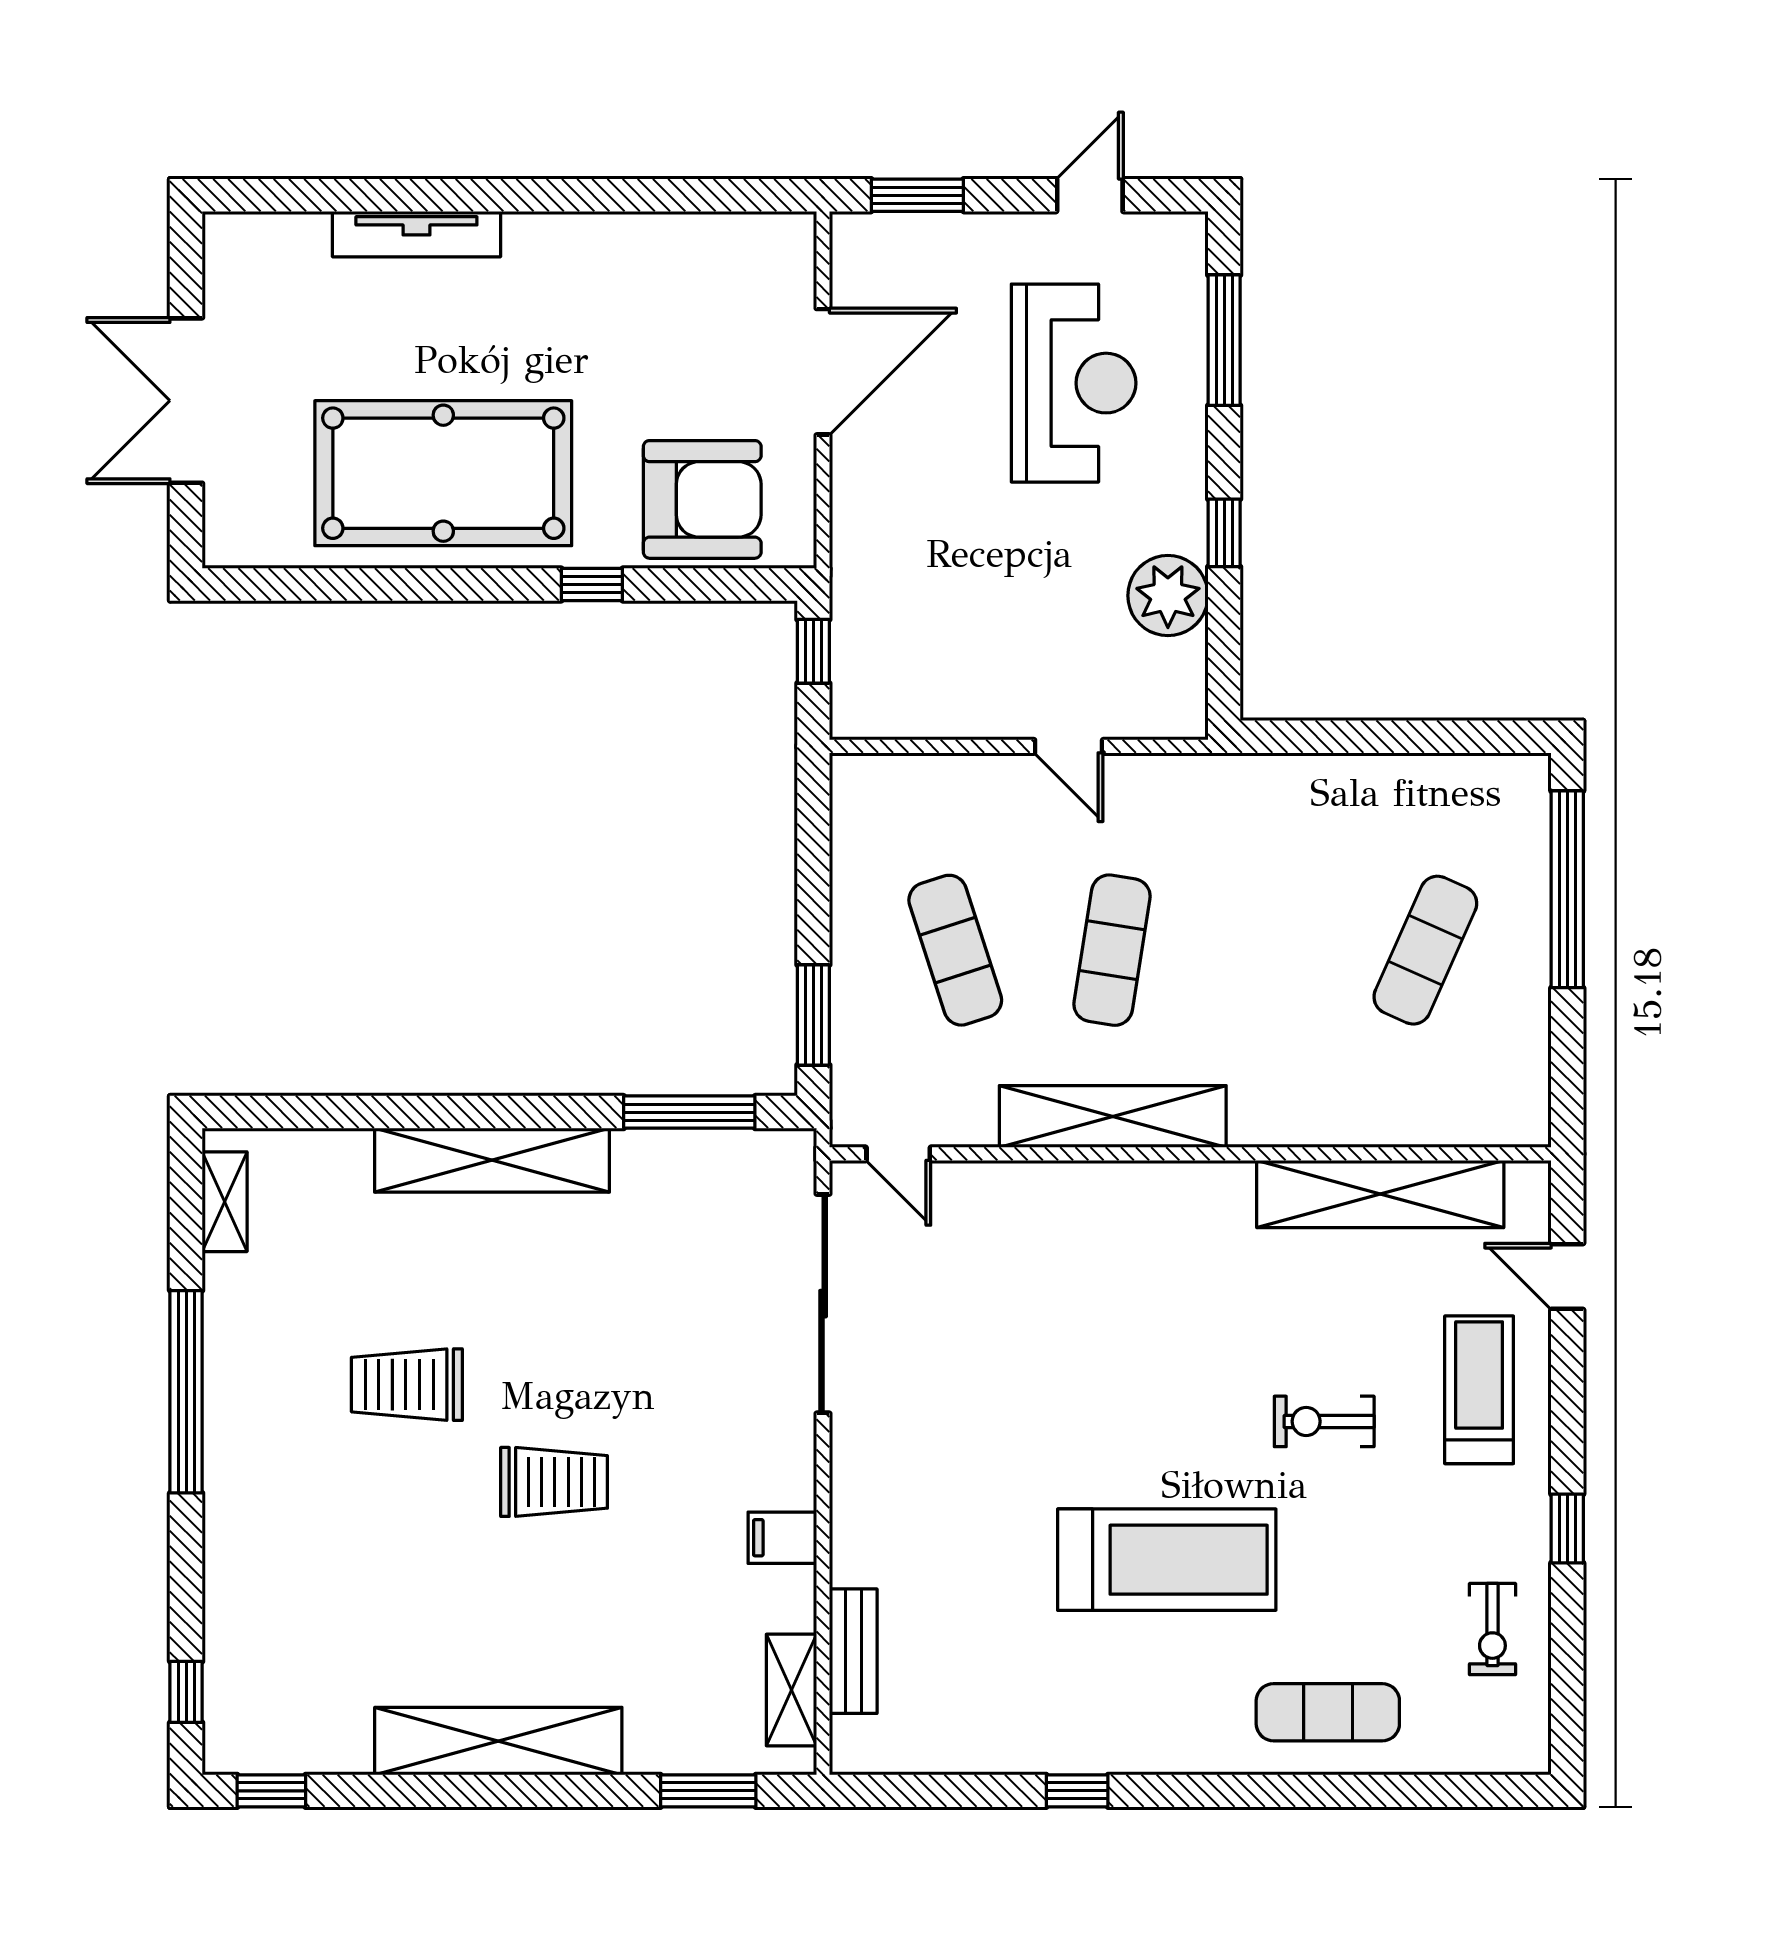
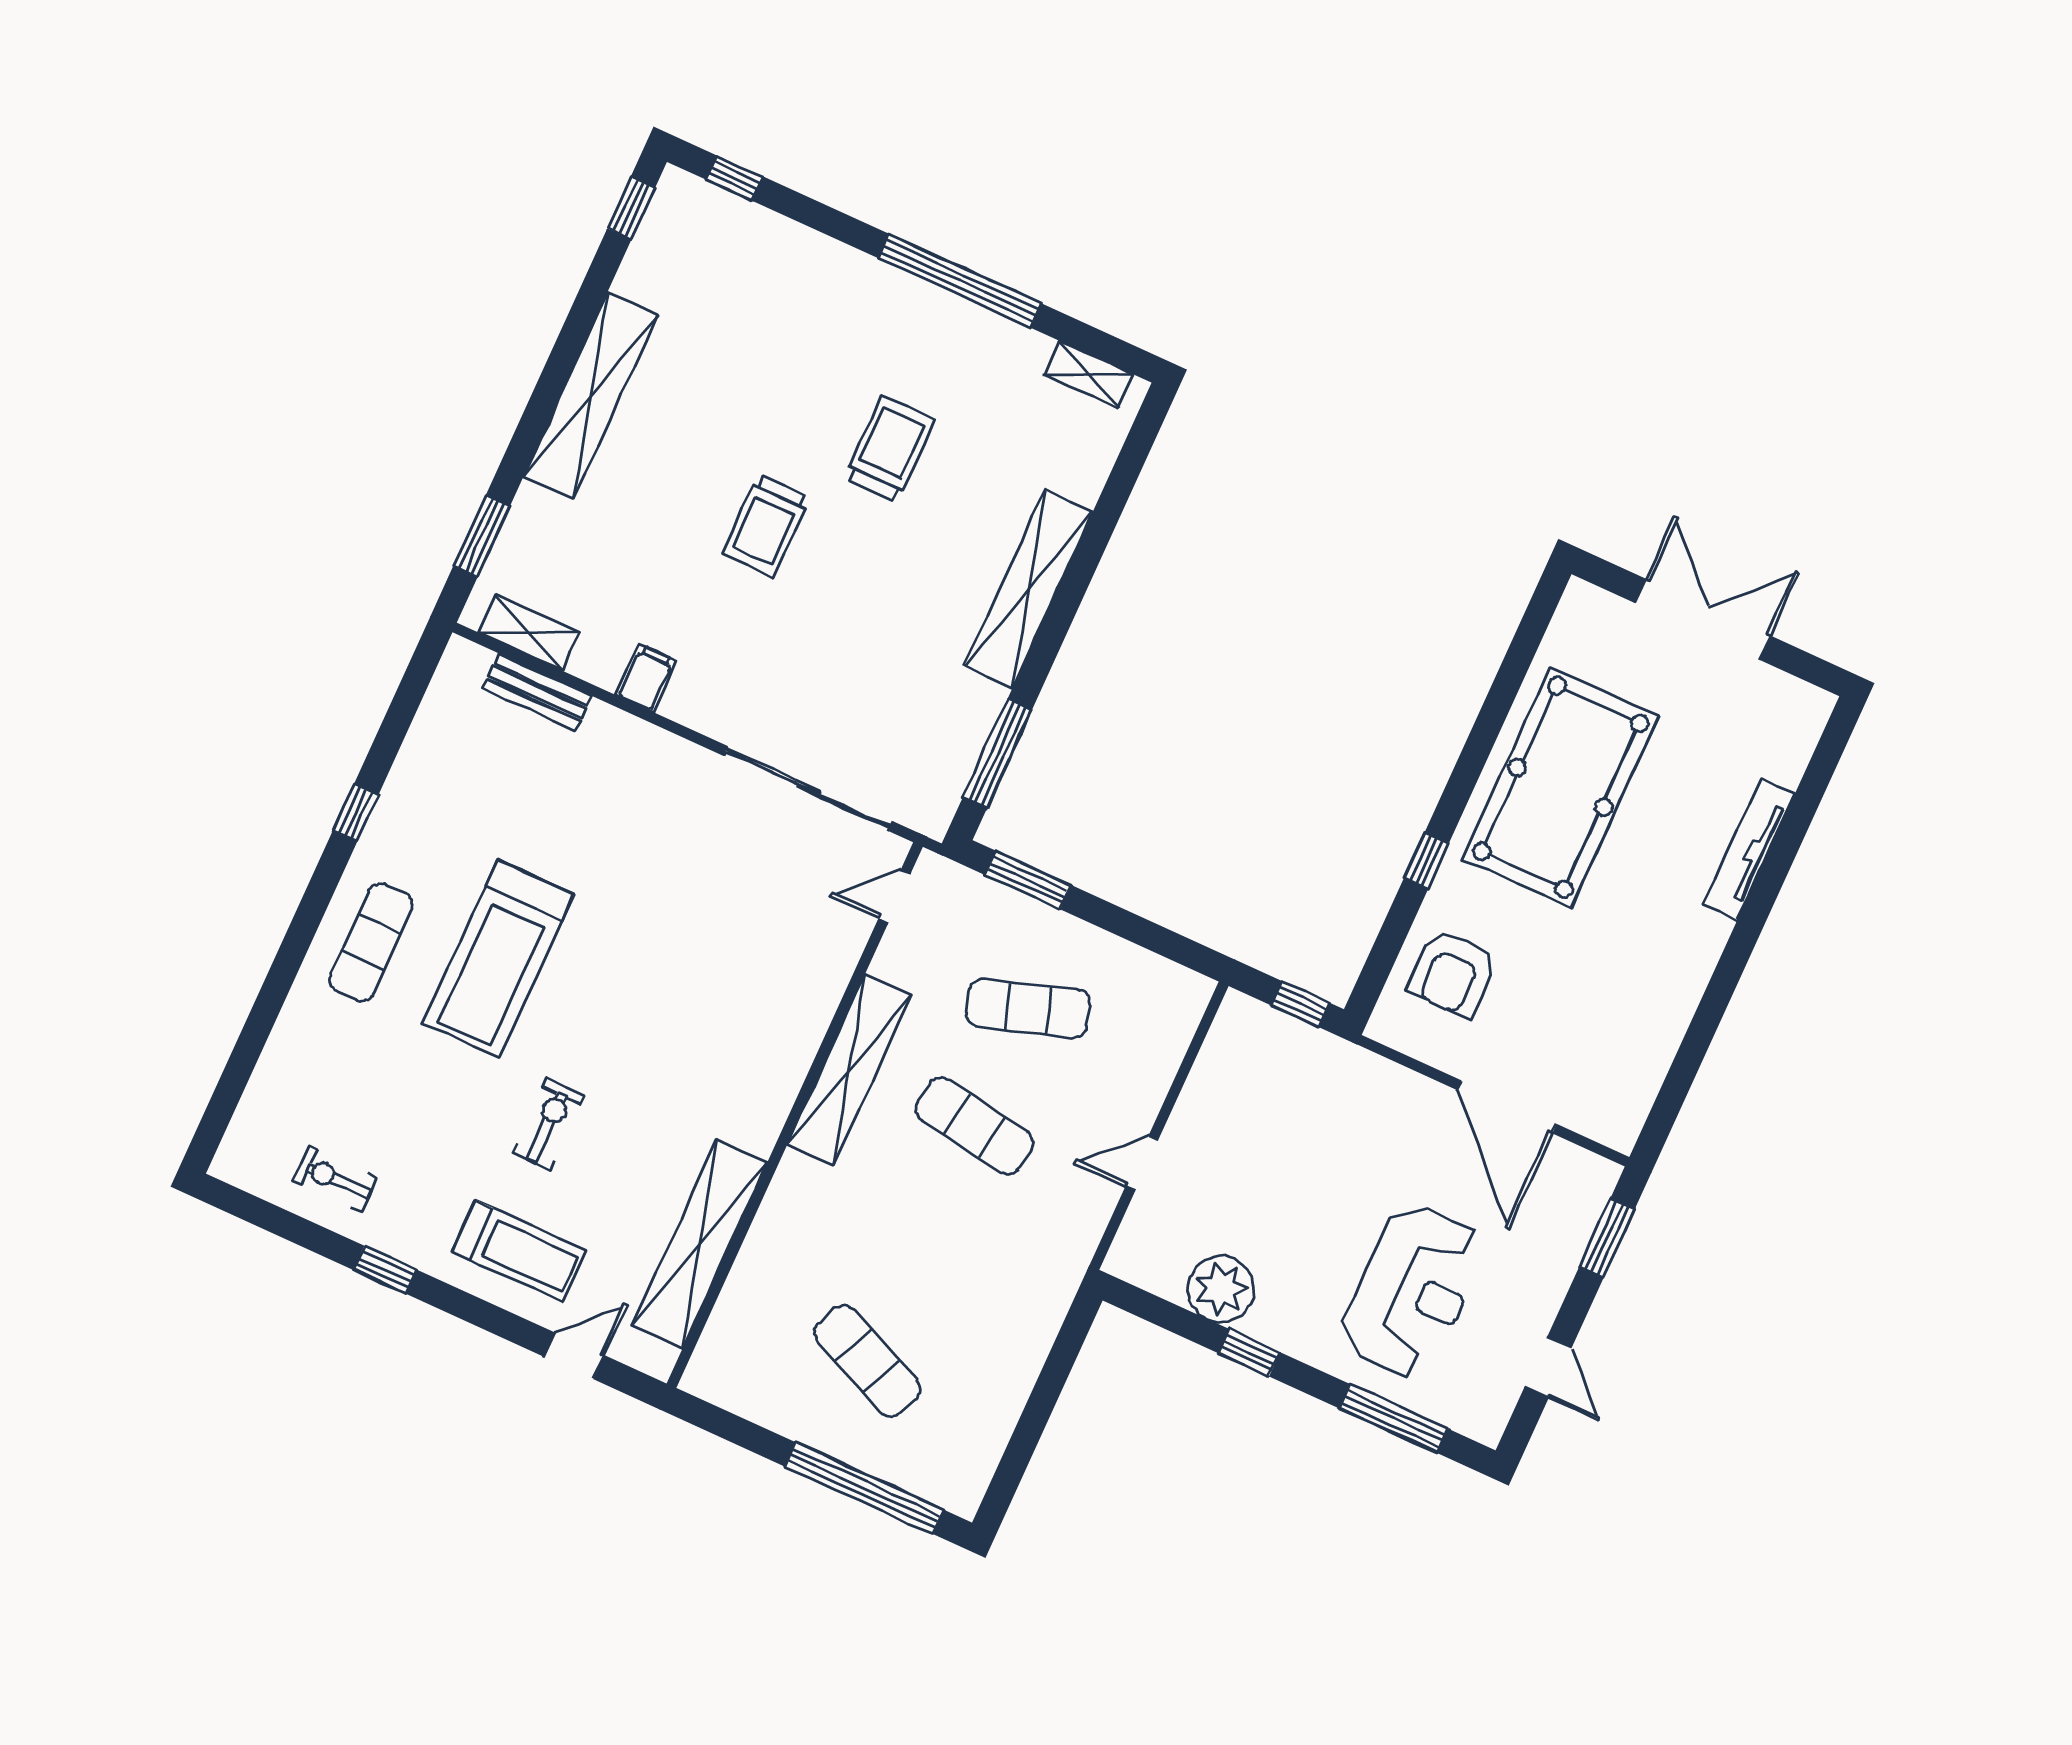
reception desk: (1074, 383) -> (1413, 1291), turned -90
armchair: (702, 499) -> (1452, 973), width x0.73, depth x0.73
exercise mat: (1328, 1712) -> (371, 942), moved

